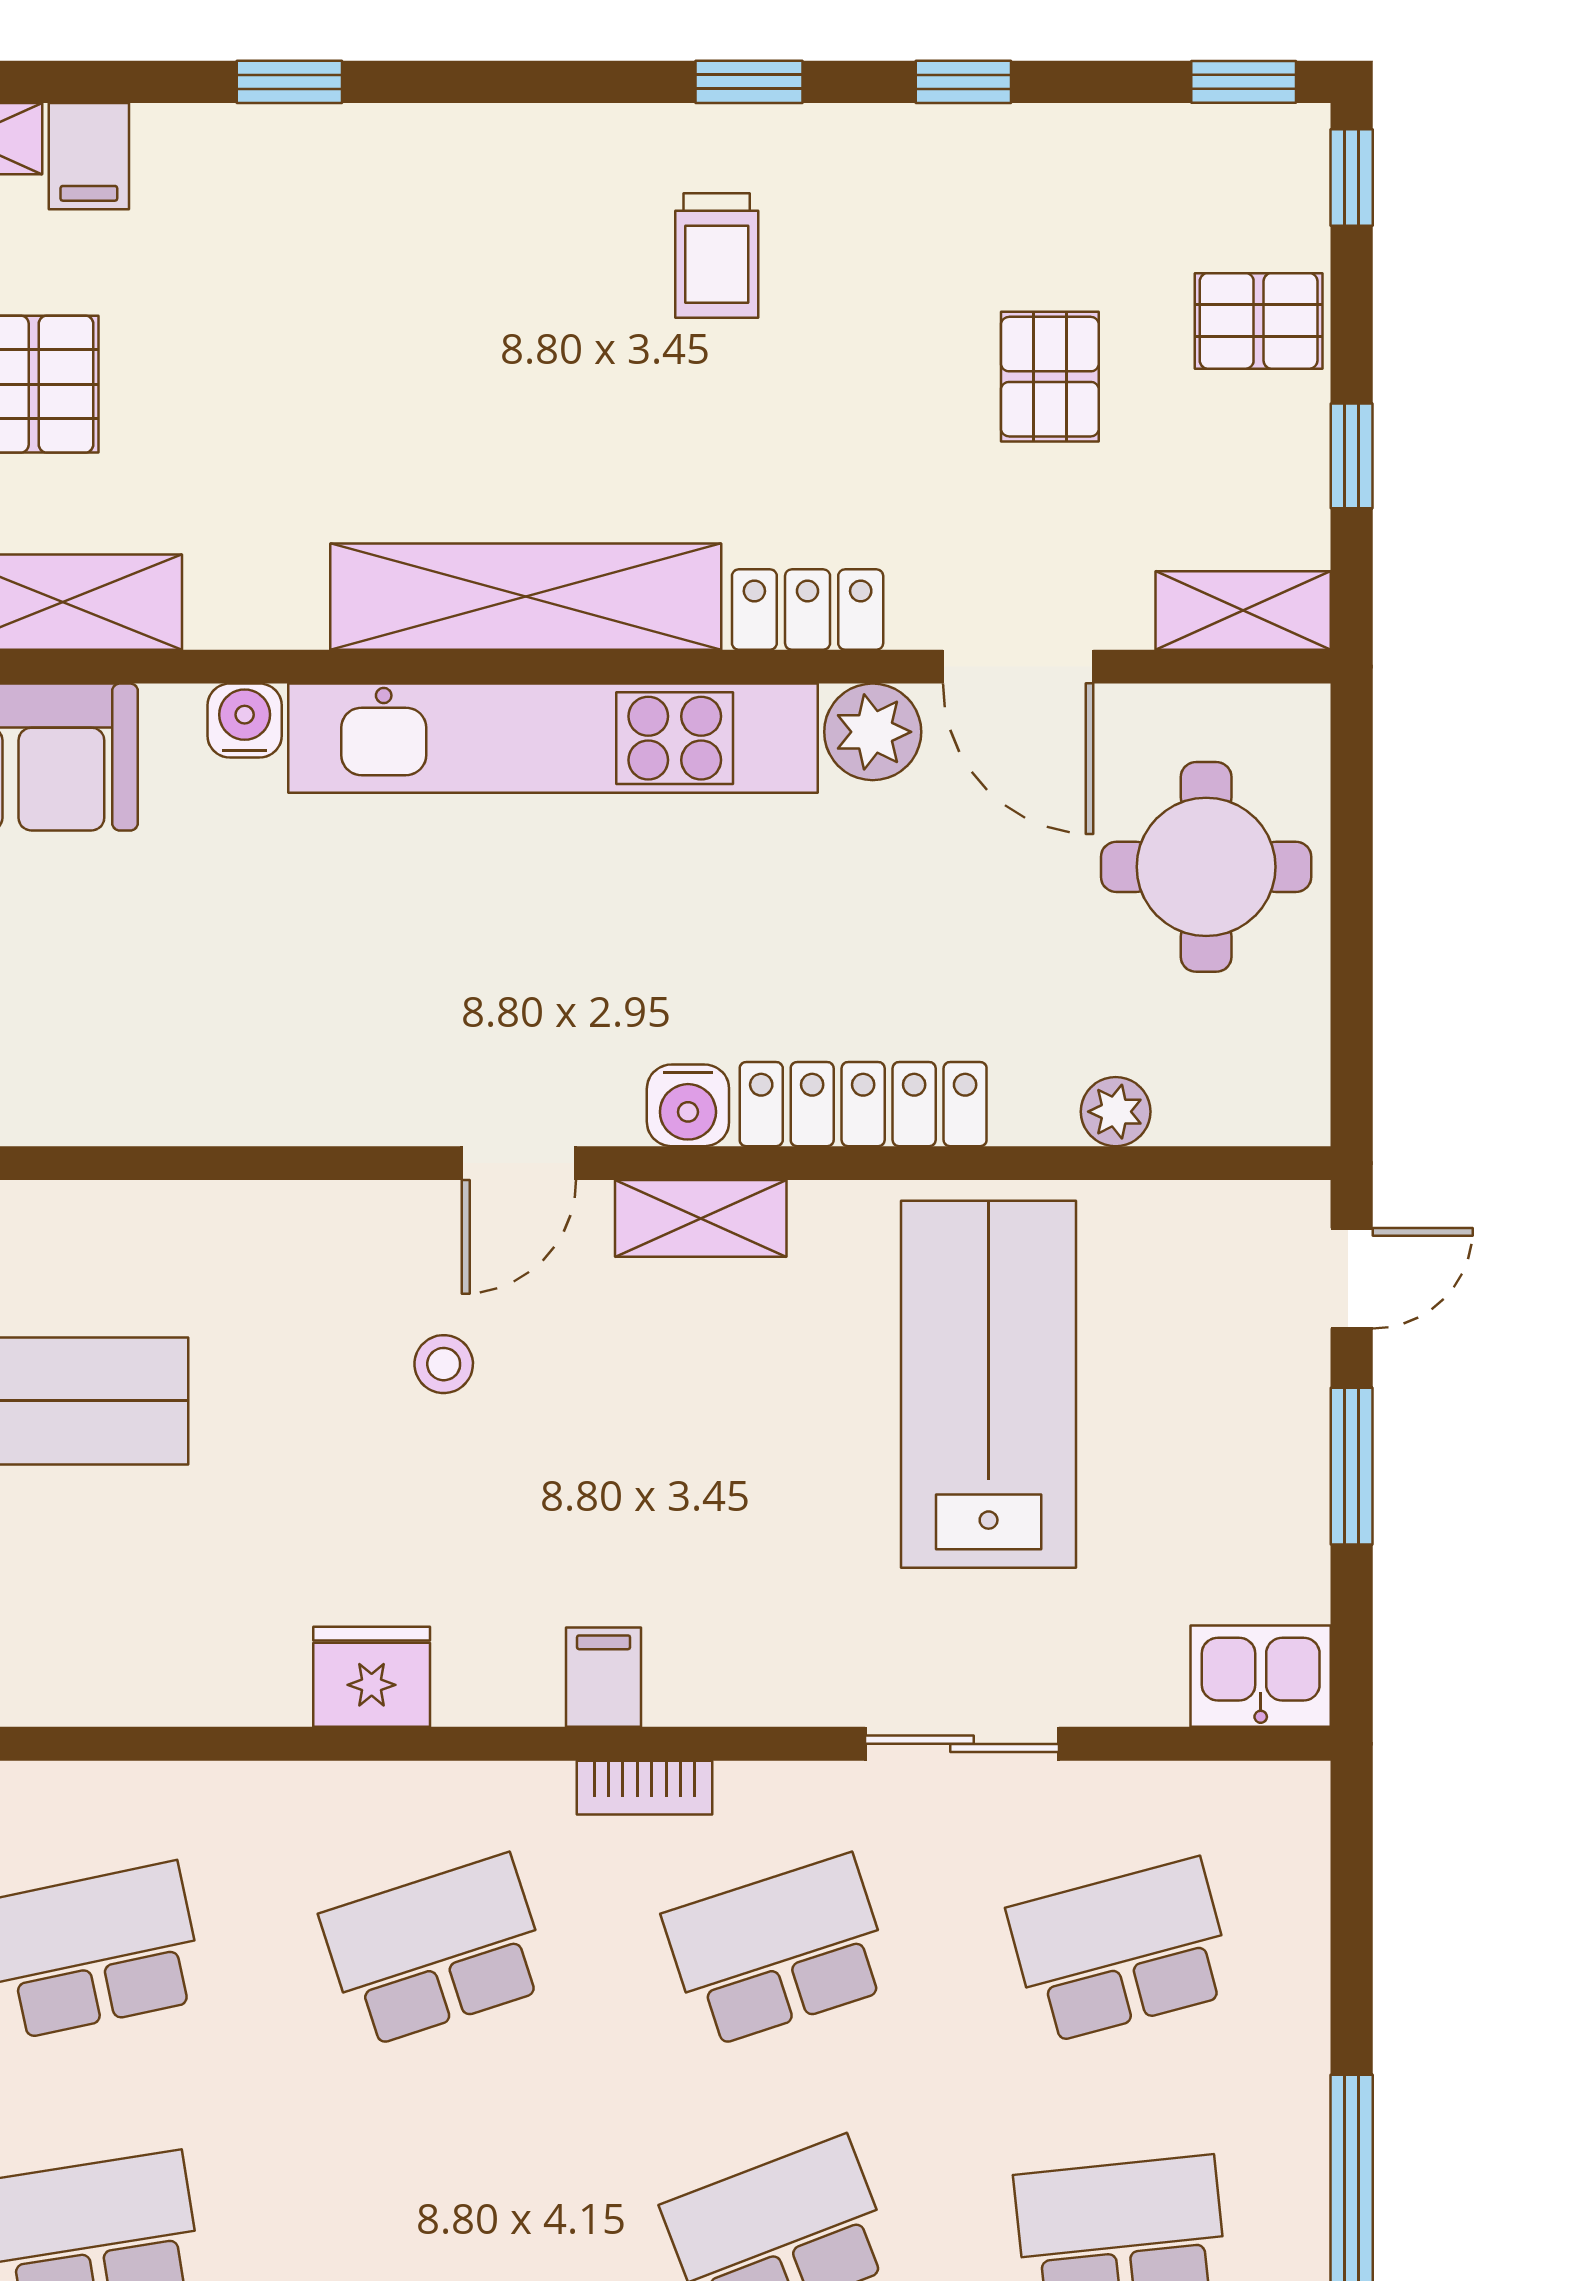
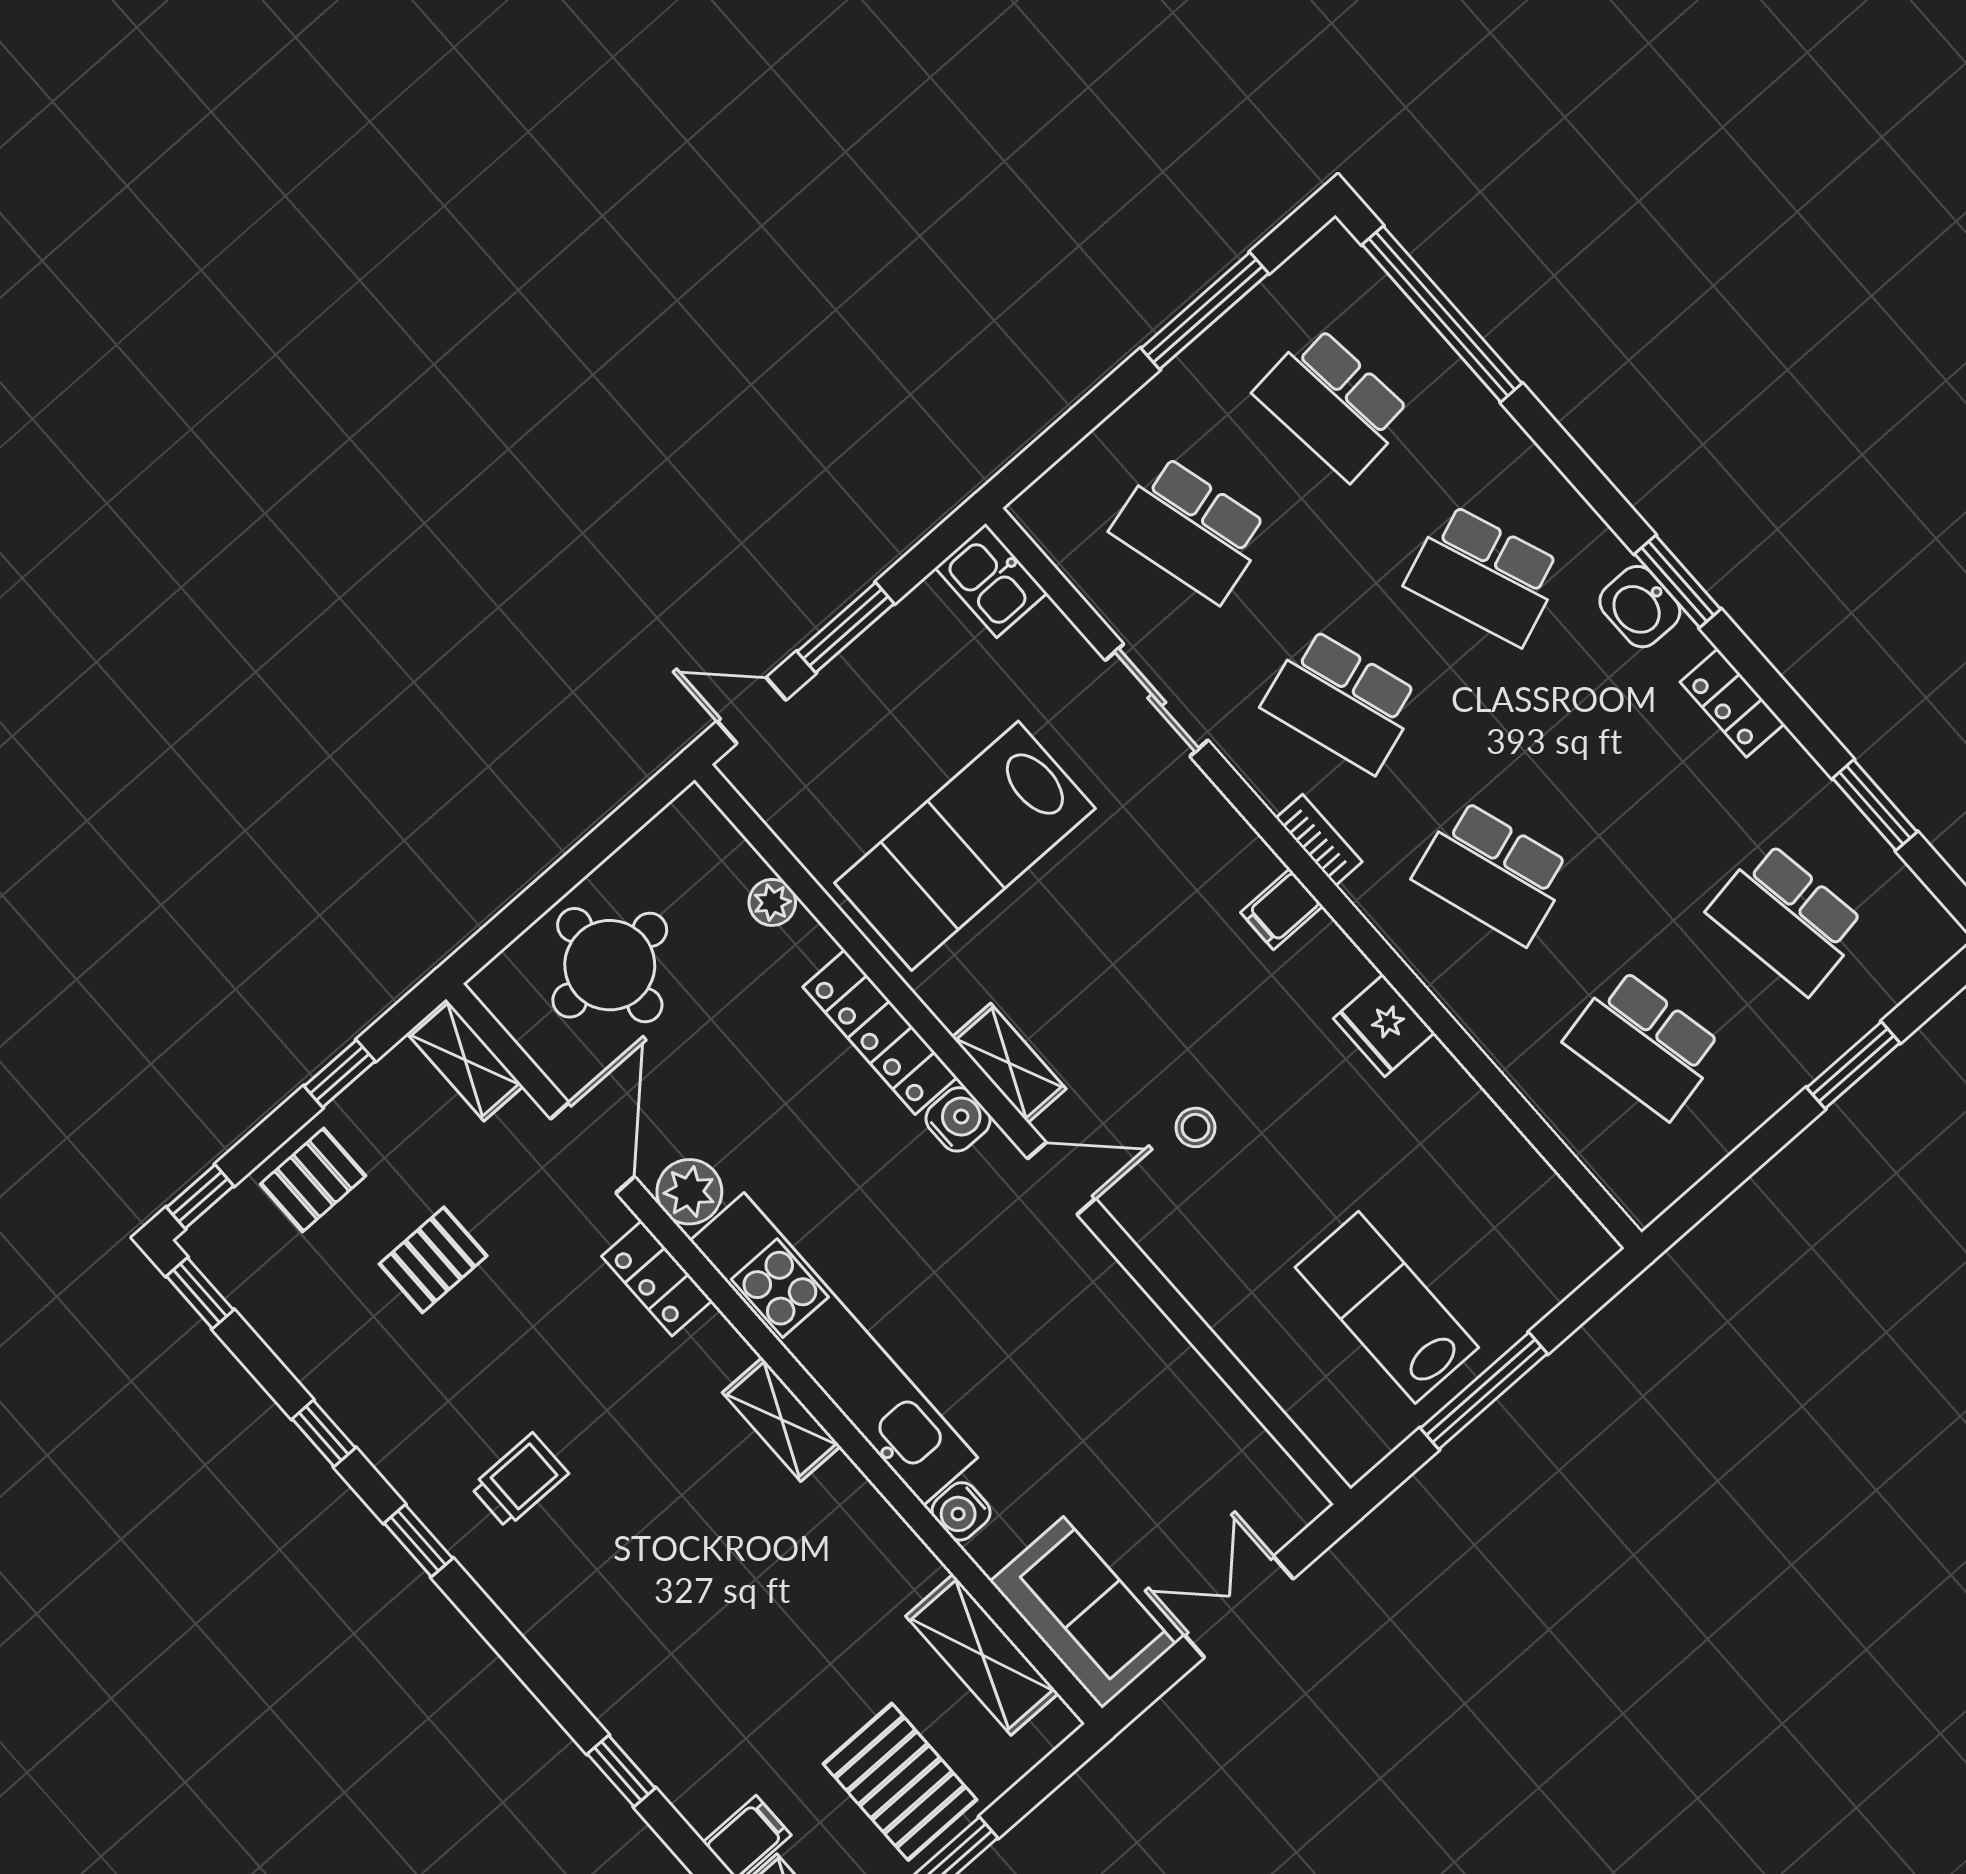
pallet: (1259, 321) -> (313, 1180), turned 90
shelving: (526, 597) -> (781, 1419), width x0.45, depth x0.75

